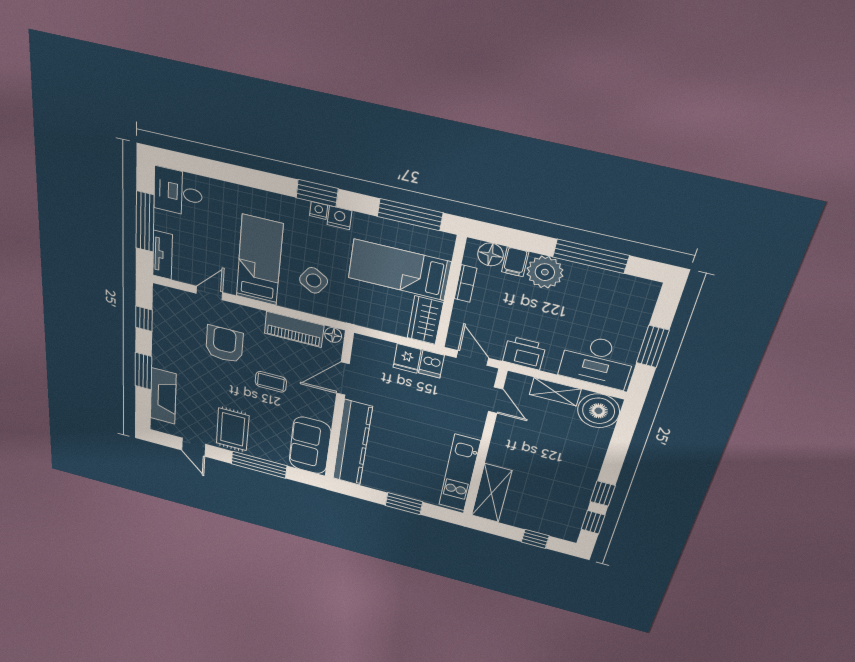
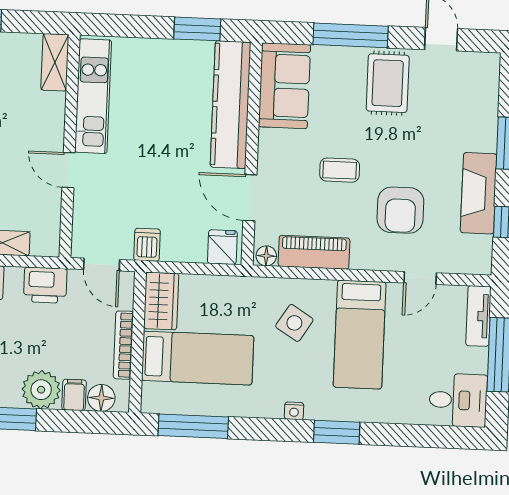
window: (317, 193) -> (337, 432), moved
nightstand: (340, 218) -> (270, 407), removed
bookcase: (465, 284) -> (123, 345), width x1.56
fridge: (407, 358) -> (222, 247), moved
door: (343, 379) -> (250, 198), swing flipped
fireplace: (163, 396) -> (479, 193), moved
door: (496, 400) -> (69, 170), moved
shelving: (492, 493) -> (55, 62), width x0.67, depth x0.75
window: (404, 504) -> (197, 29), moved

